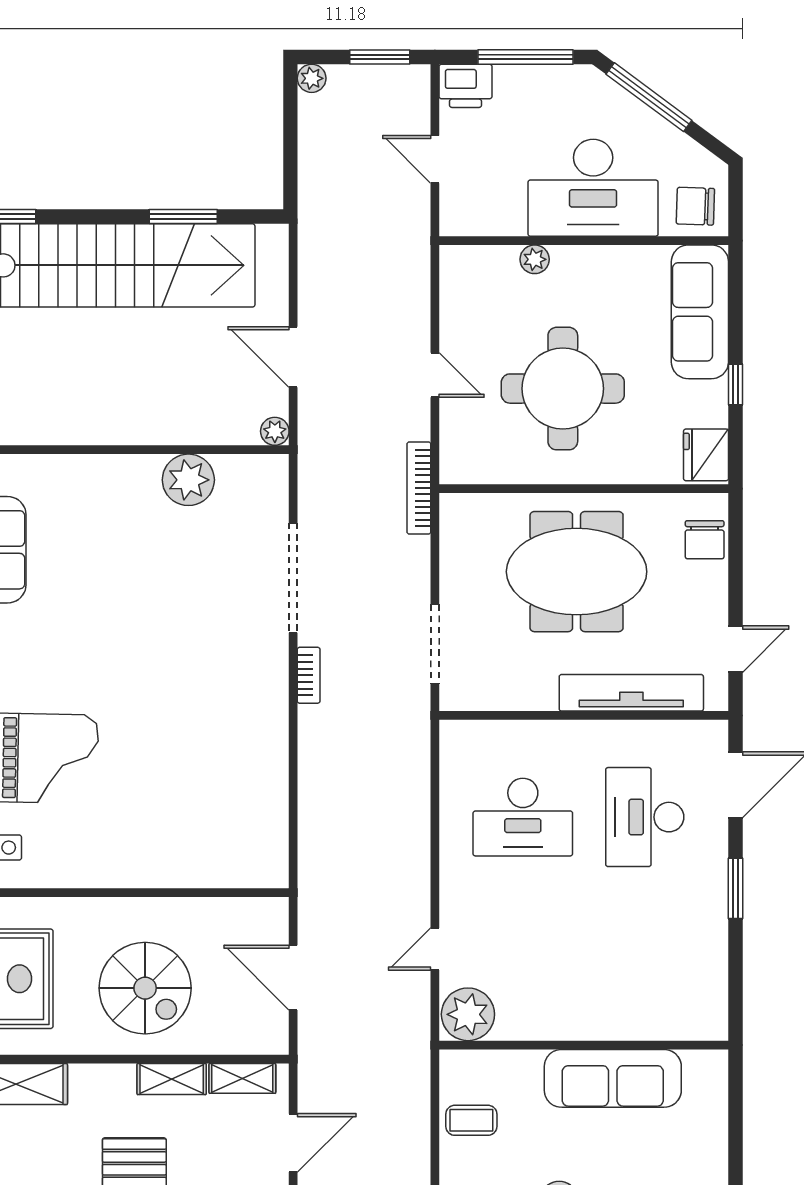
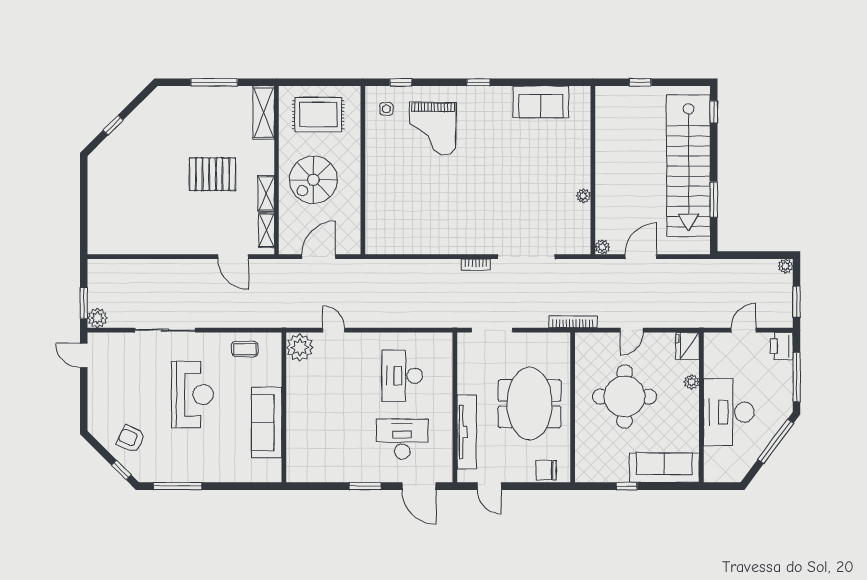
chair: (695, 206) -> (719, 465), removed
fridge: (706, 455) -> (688, 346), moved, turned -90
plant: (188, 480) -> (583, 196), width x0.53, depth x0.53
coffee table: (471, 1120) -> (245, 349), turned 90

